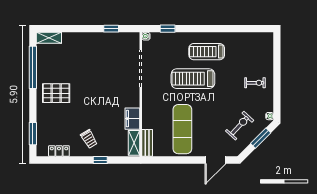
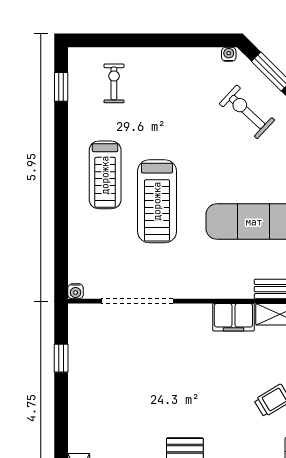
window: (168, 29) -> (61, 87), moved
exercise bike: (255, 83) -> (114, 83), moved

